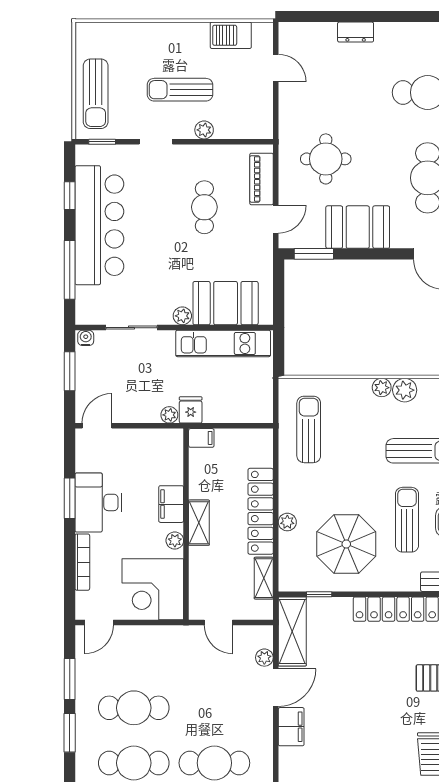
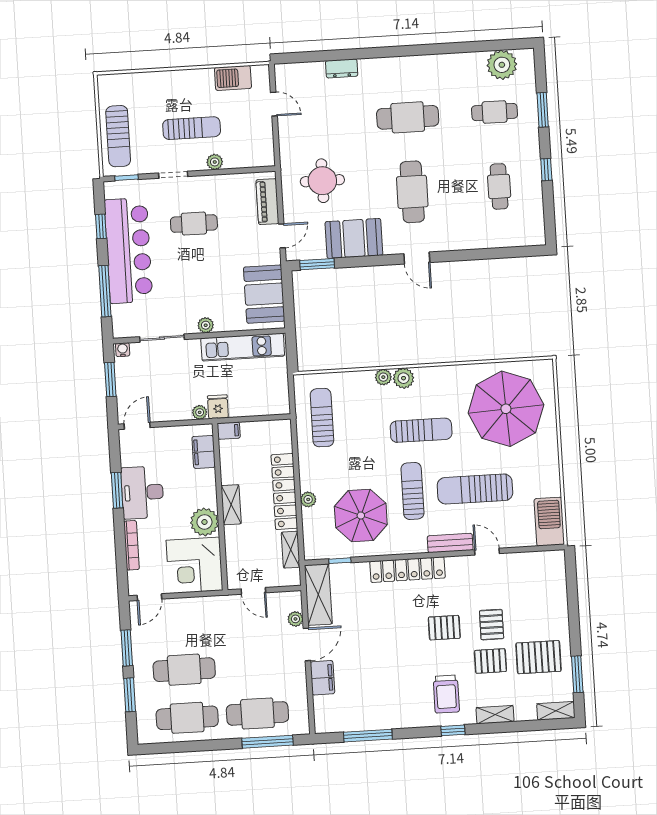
sun lounger: (180, 90) -> (192, 128), turned 180
cafe table: (204, 207) -> (194, 224), moved, turned 90
booth: (226, 303) -> (264, 294), moved, turned 90
filing cabinet: (171, 504) -> (204, 452), moved
plant: (175, 541) -> (204, 522), width x1.88, depth x1.88

